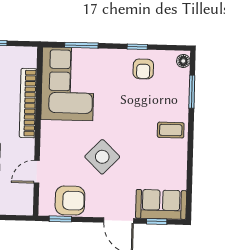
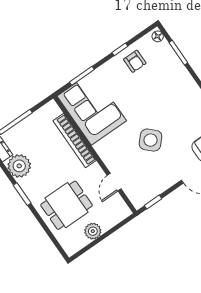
coffee table: (171, 130) -> (183, 89), removed
armchair: (70, 201) -> (150, 185), removed

